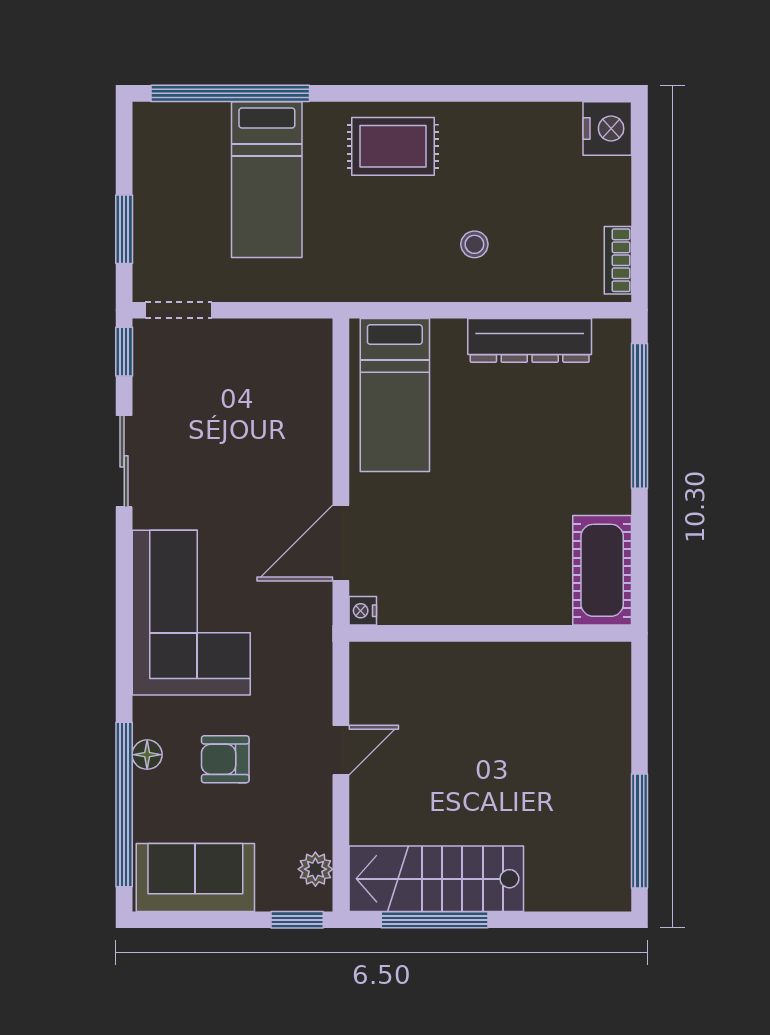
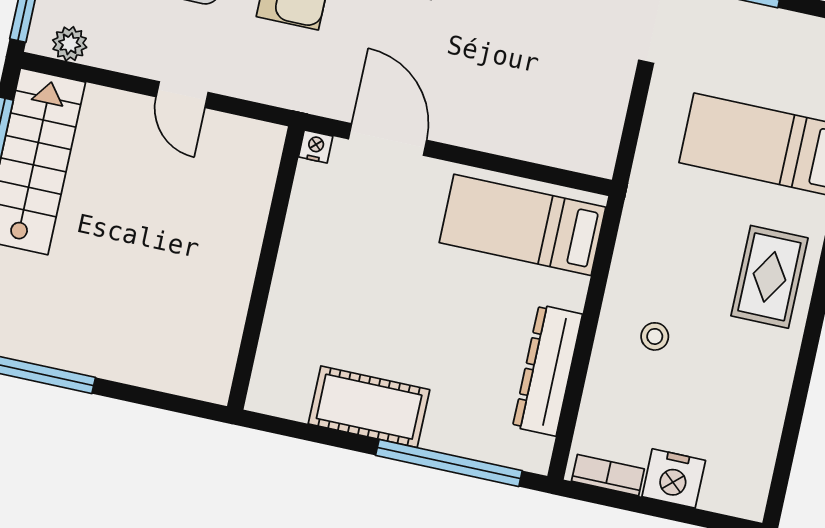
nightstand: (607, 129) -> (674, 478), moved
cot: (602, 570) -> (369, 407), moved

